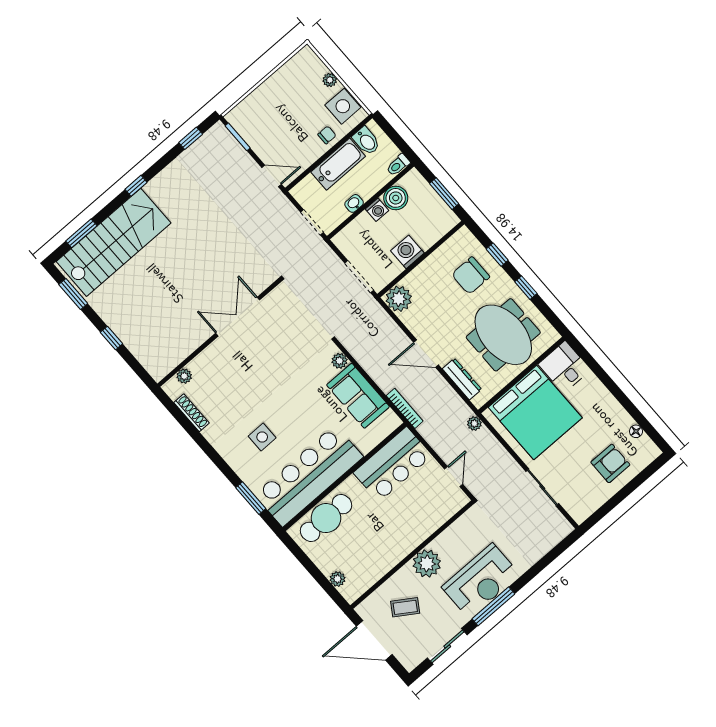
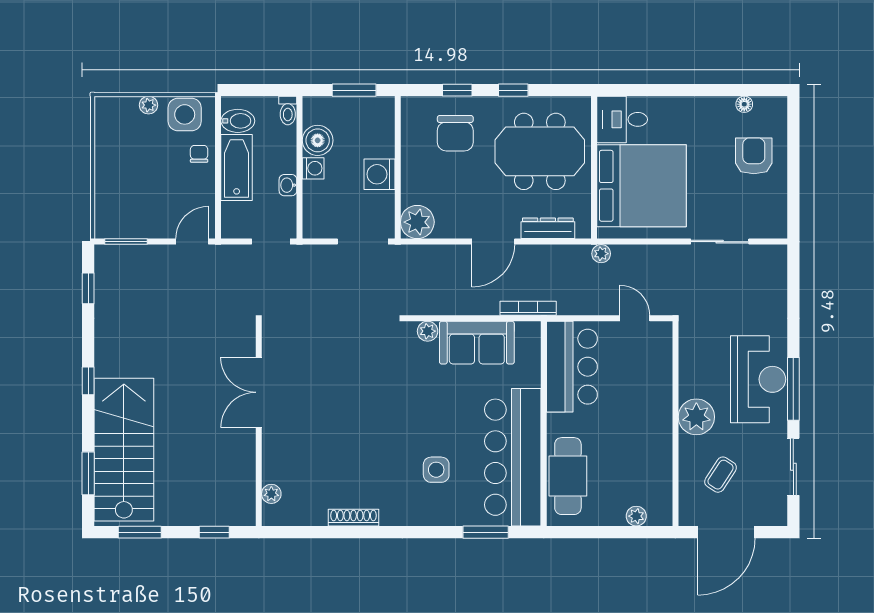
double door: (238, 317) -> (259, 392), moved
wall: (219, 333) -> (259, 424), moved
plant: (184, 376) -> (271, 494), moved

